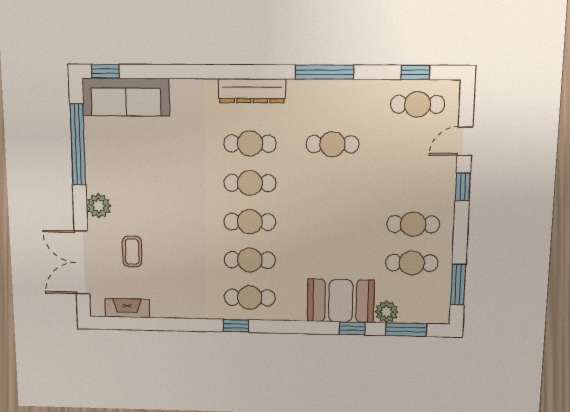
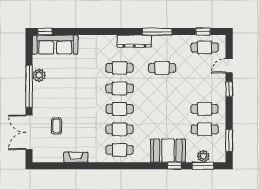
dresser: (252, 91) -> (134, 41), moved
window: (78, 145) -> (29, 86), moved
plant: (99, 206) -> (39, 75), moved
fireplace: (127, 308) -> (76, 157), moved
plant: (387, 312) -> (203, 156), moved
window: (236, 326) -> (112, 166), removed

